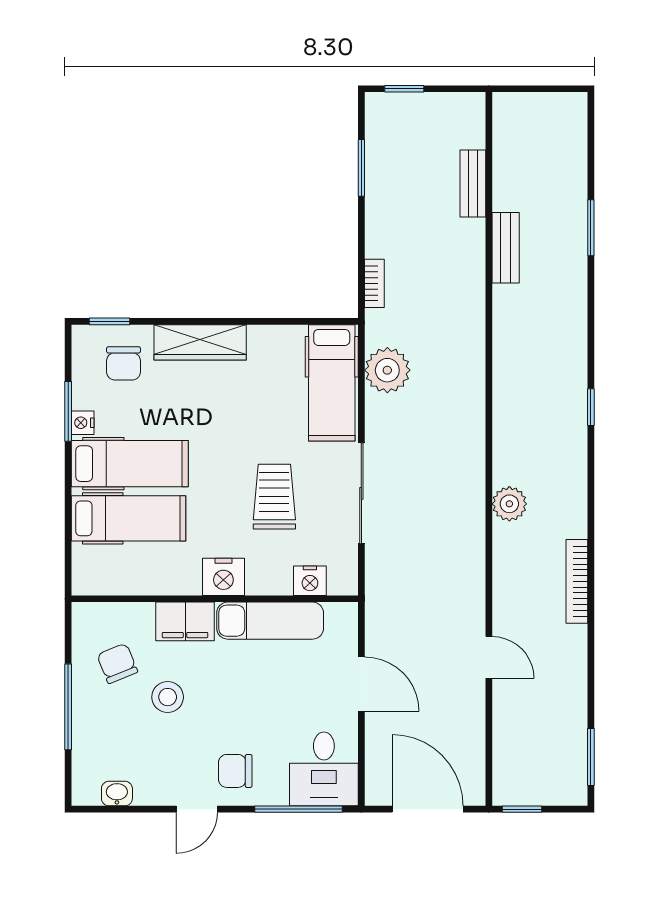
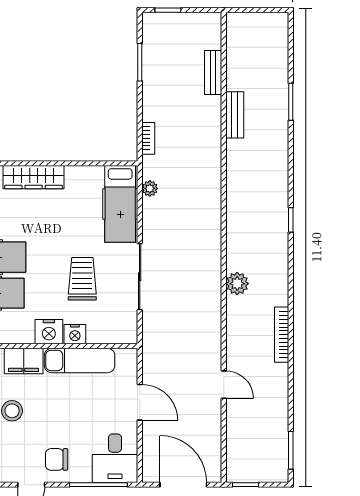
plant: (387, 370) -> (150, 188), width x0.53, depth x0.53
nightstand: (310, 581) -> (75, 334), moved

